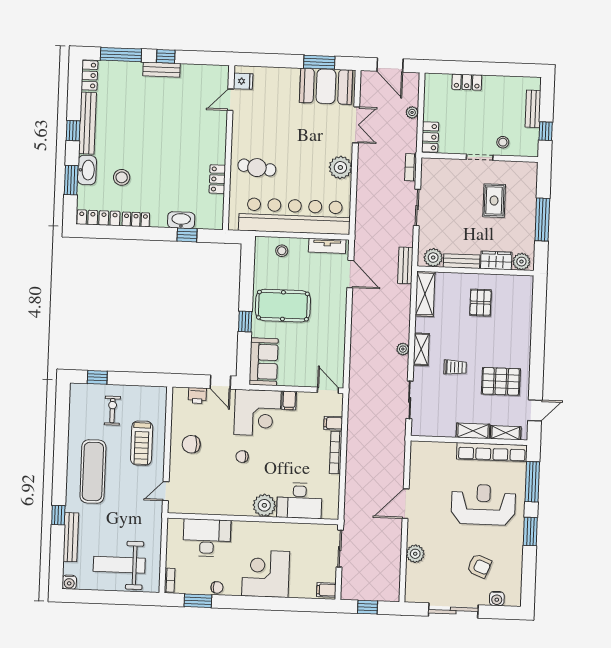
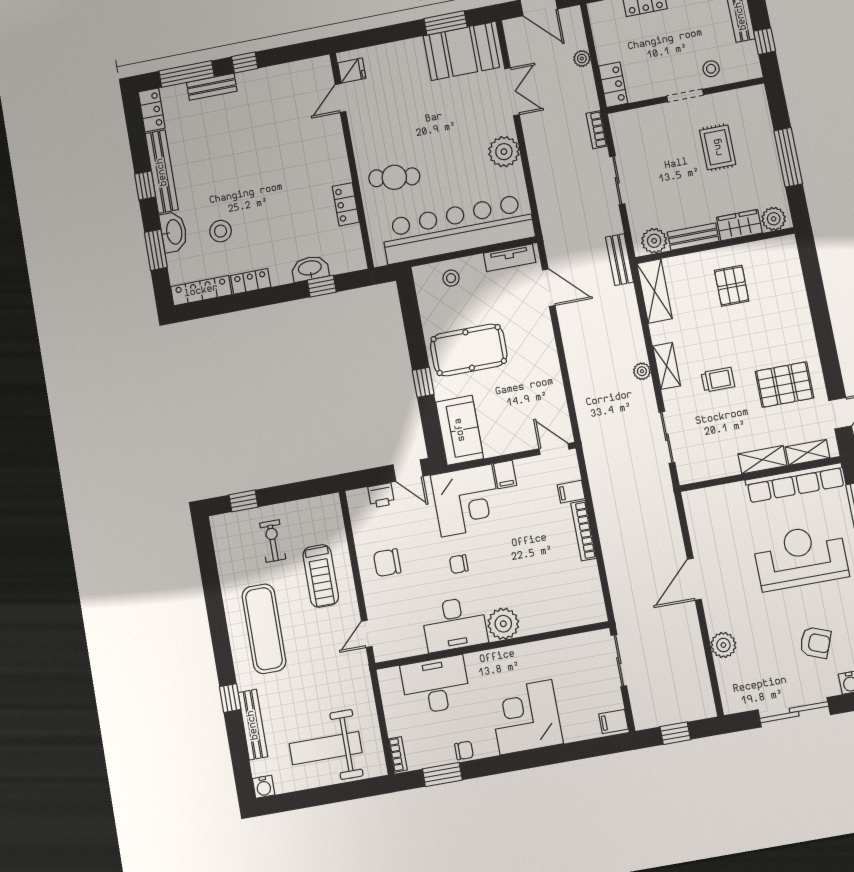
bench: (162, 70) -> (212, 87), moved
desk: (299, 501) -> (454, 624), moved

